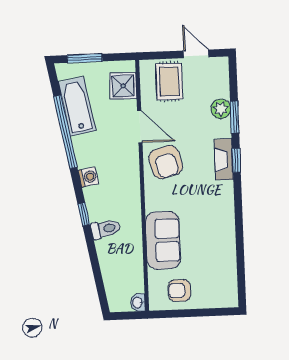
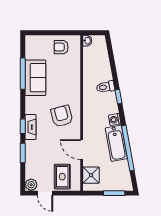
bathtub: (77, 106) -> (116, 143), moved
plant: (221, 109) -> (31, 185), moved
armchair: (166, 162) -> (62, 116), moved
sofa: (163, 240) -> (35, 78), moved, turned 180
window: (240, 245) -> (23, 74), added
armchair: (179, 290) -> (61, 47), turned 180

